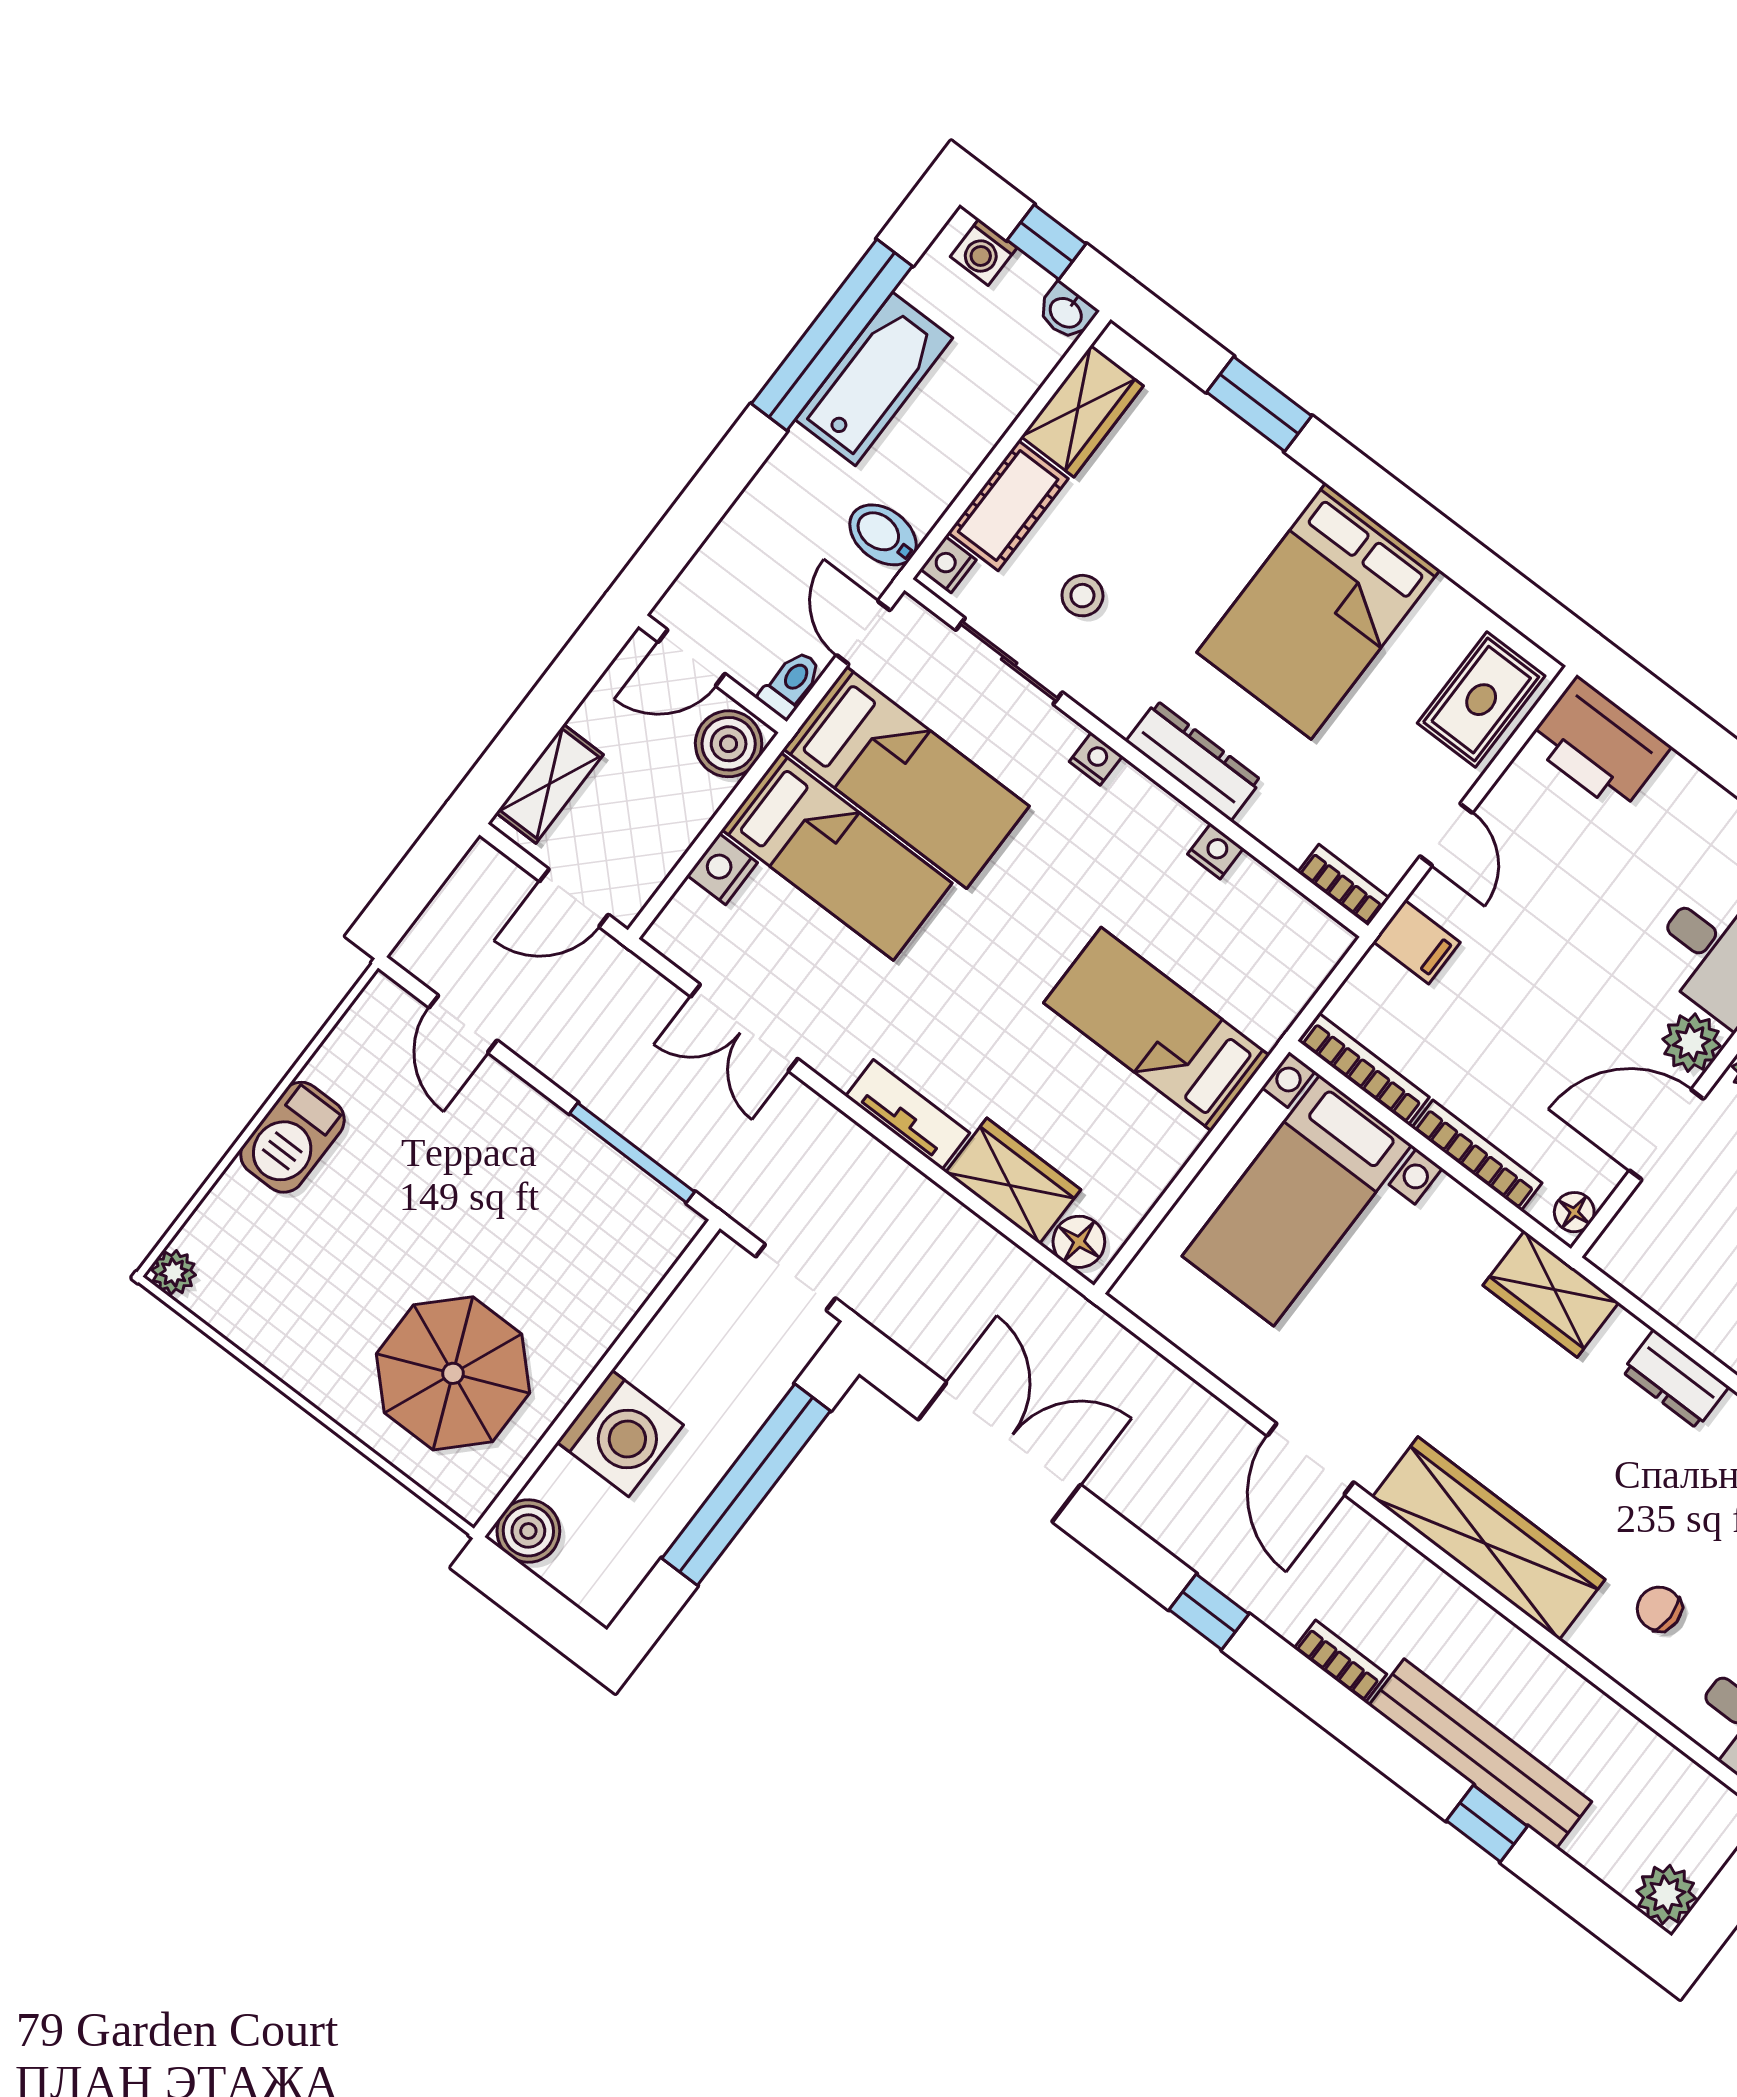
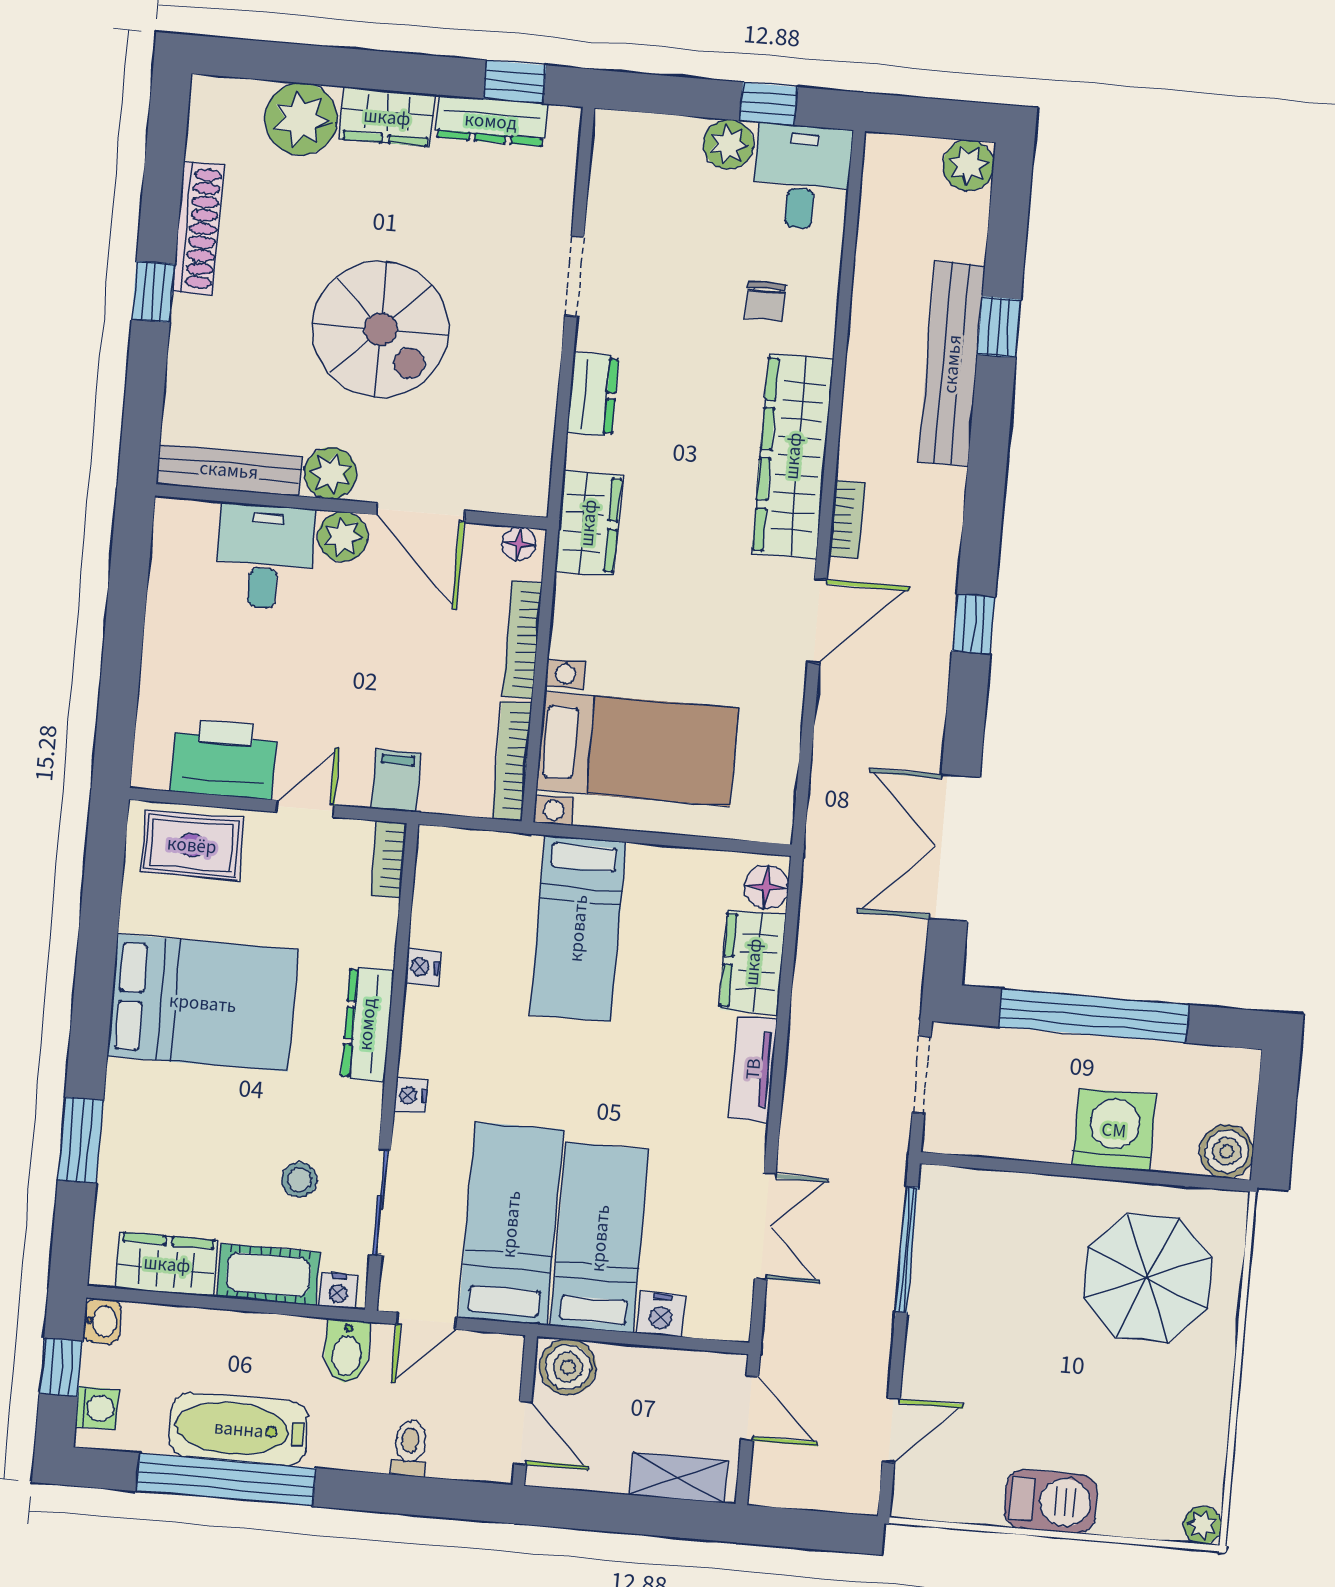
toilet: (791, 684) -> (410, 1448), moved, turned 90
printer: (1598, 745) -> (224, 759), moved, turned -90
bookcase: (1340, 1661) -> (847, 519), moved, turned 180

